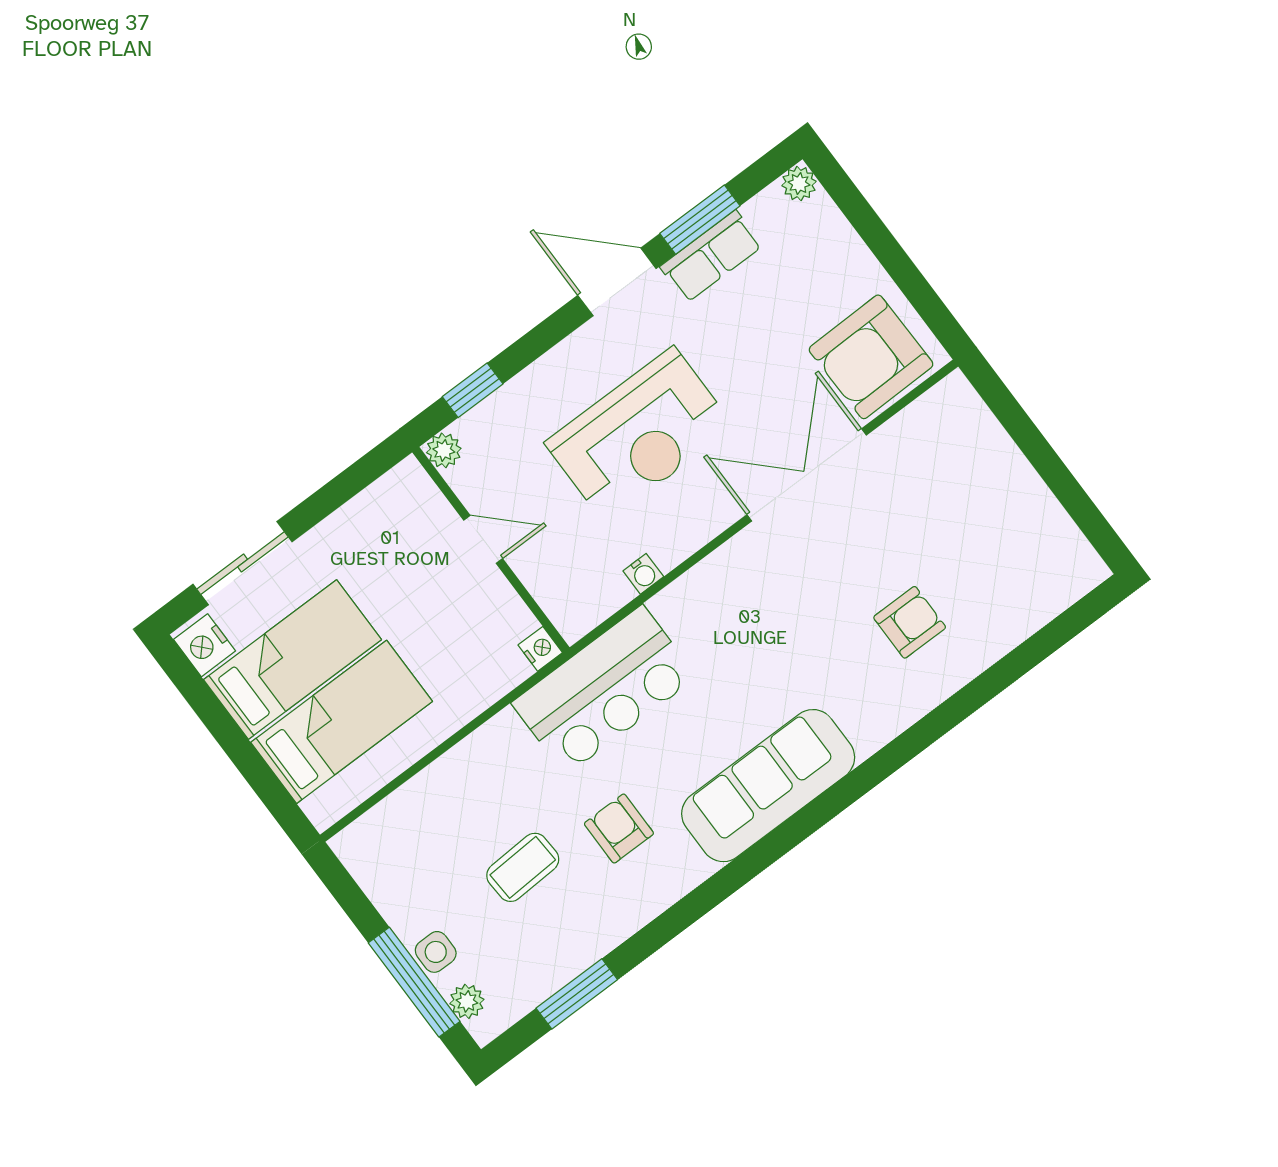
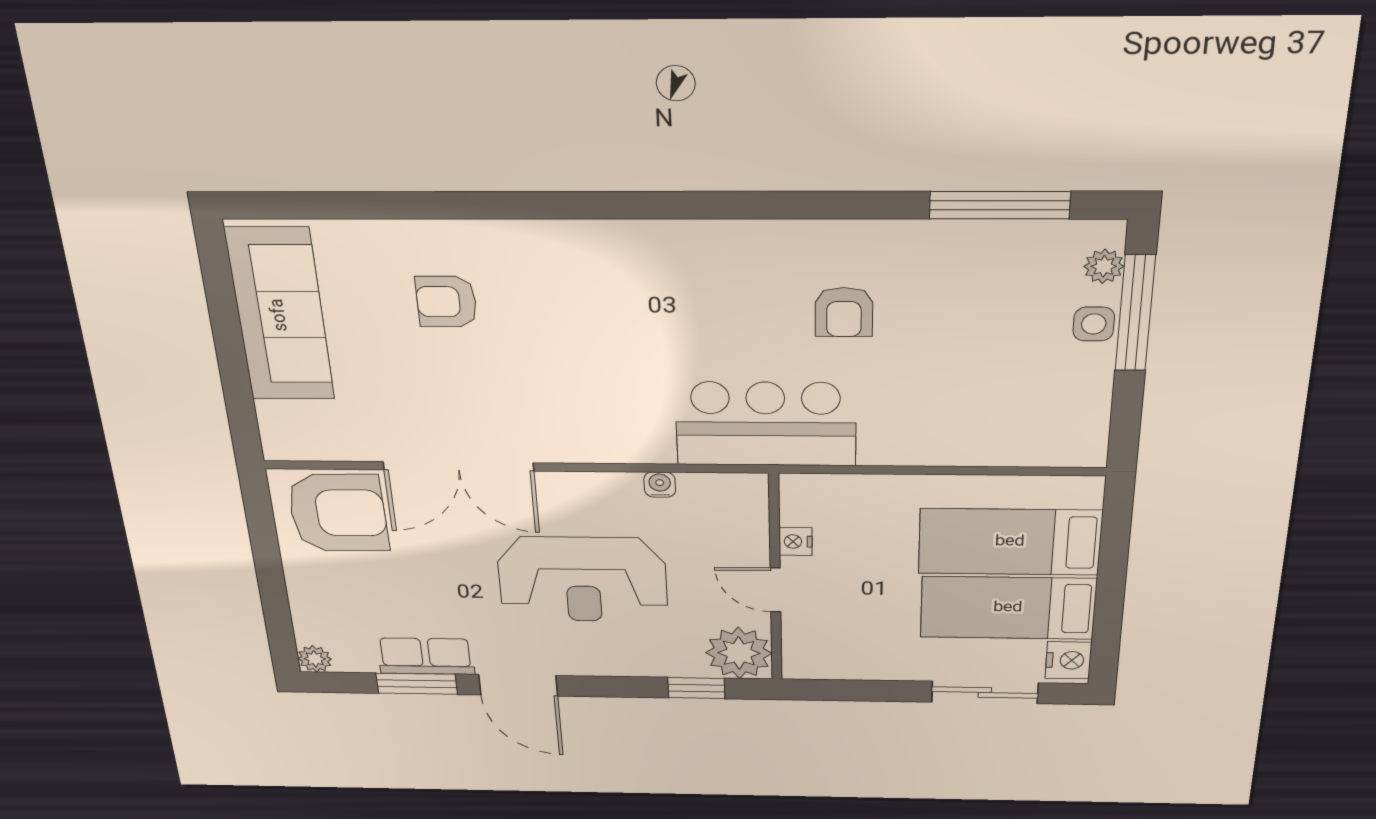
reception desk: (639, 435) -> (582, 579), turned 180
plant: (444, 450) -> (739, 653), width x1.88, depth x1.88
nightstand: (540, 649) -> (796, 542), moved
sofa: (768, 786) -> (280, 315), moved, turned -90
coffee table: (523, 867) -> (956, 338), removed
window: (577, 994) -> (1000, 205), width x1.44

